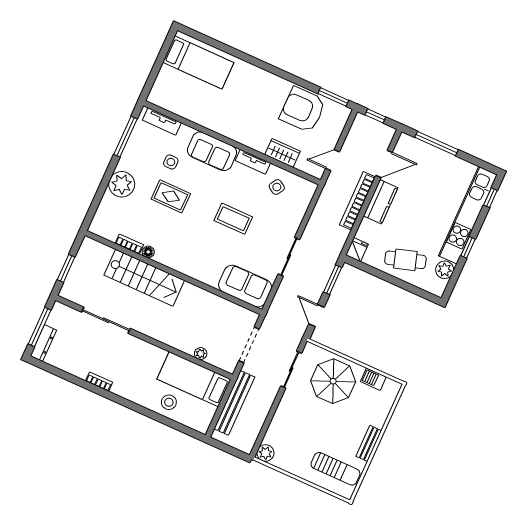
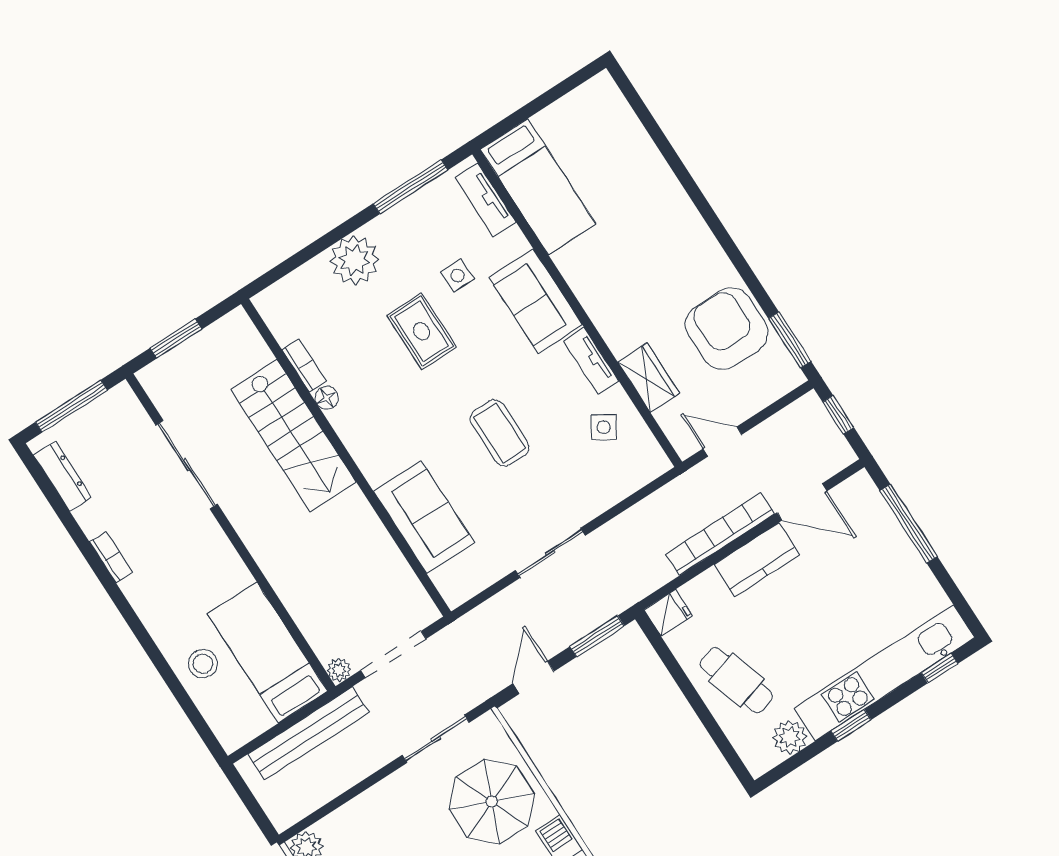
bed: (198, 62) -> (538, 187), moved
sofa: (245, 286) -> (424, 517), moved
dresser: (43, 343) -> (63, 476), moved, turned -90
plant: (201, 354) -> (339, 670), moved

